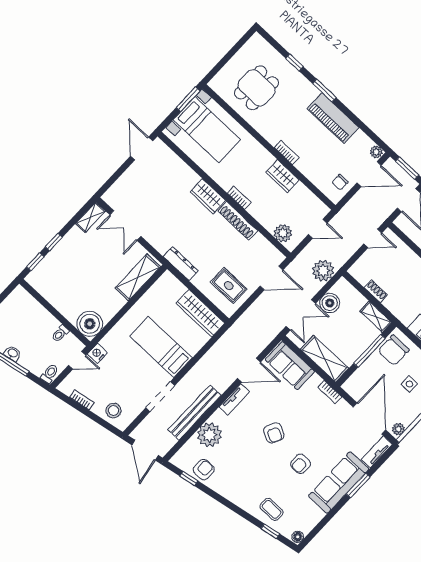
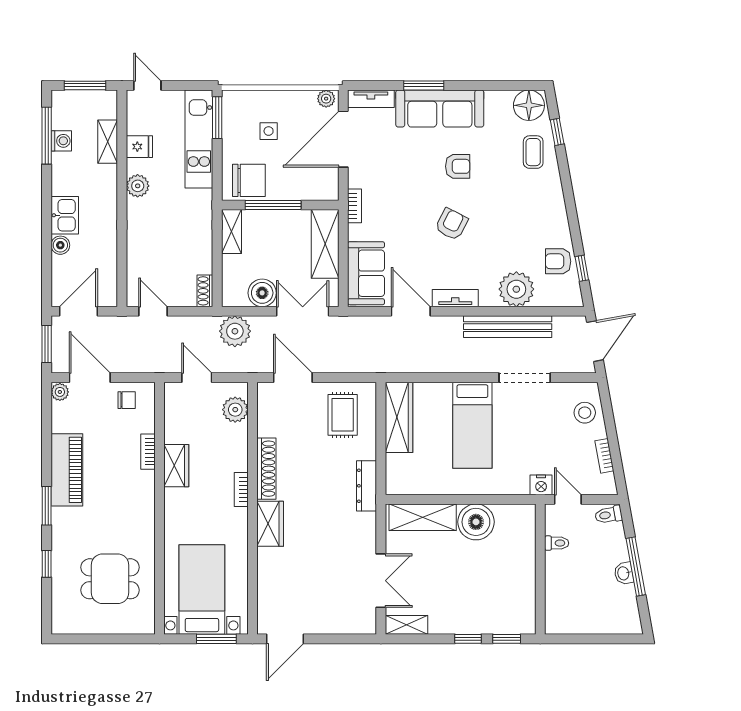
window: (188, 99) -> (216, 639), moved
bookcase: (287, 153) -> (148, 452), moved
shoe rack: (376, 291) -> (205, 291), moved
boiler: (90, 324) -> (476, 522), moved
floor lamp: (298, 537) -> (529, 105), width x1.89, depth x1.89

